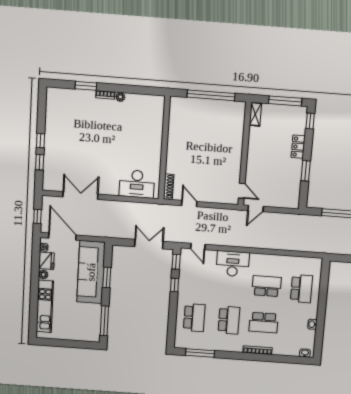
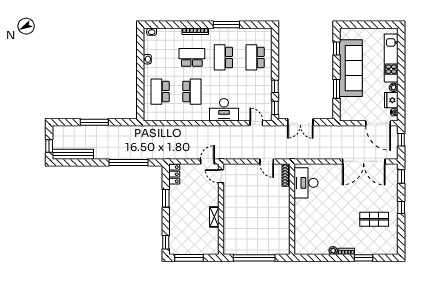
shelving: (255, 114) -> (214, 217), moved
shop shelf: (72, 129) -> (374, 219), added
locker: (298, 147) -> (174, 174), moved
window: (40, 162) -> (401, 177), moved
desk: (137, 184) -> (306, 183), moved, turned -90
double door: (80, 196) -> (364, 161), width x1.36
sofa: (91, 272) -> (351, 68), moved
school desk: (267, 286) -> (192, 92), turned -90
window: (104, 321) -> (336, 48), width x0.46
window: (200, 353) -> (226, 25), moved

